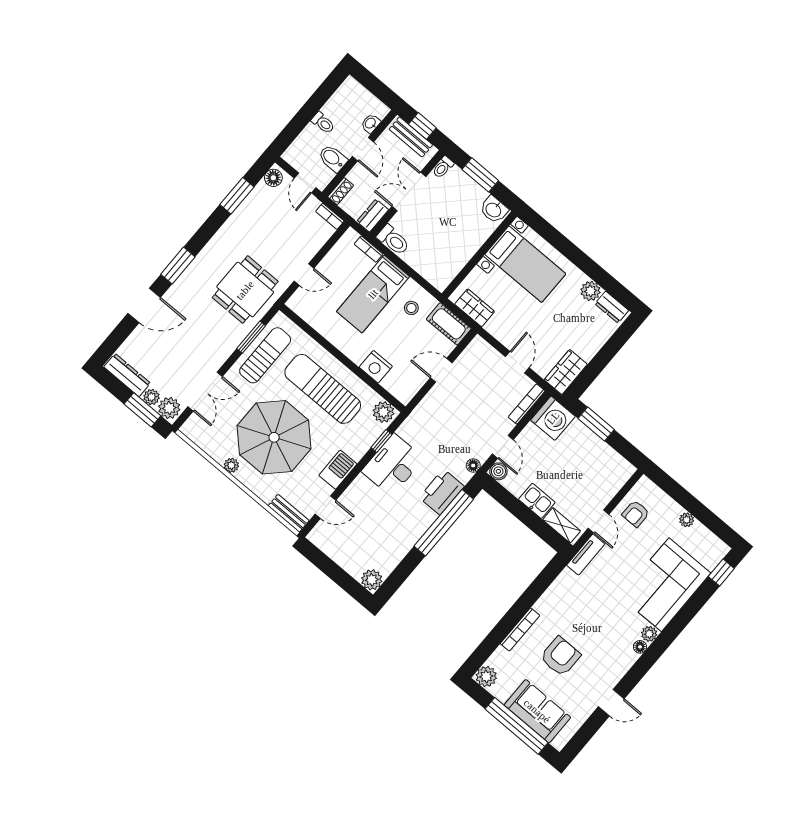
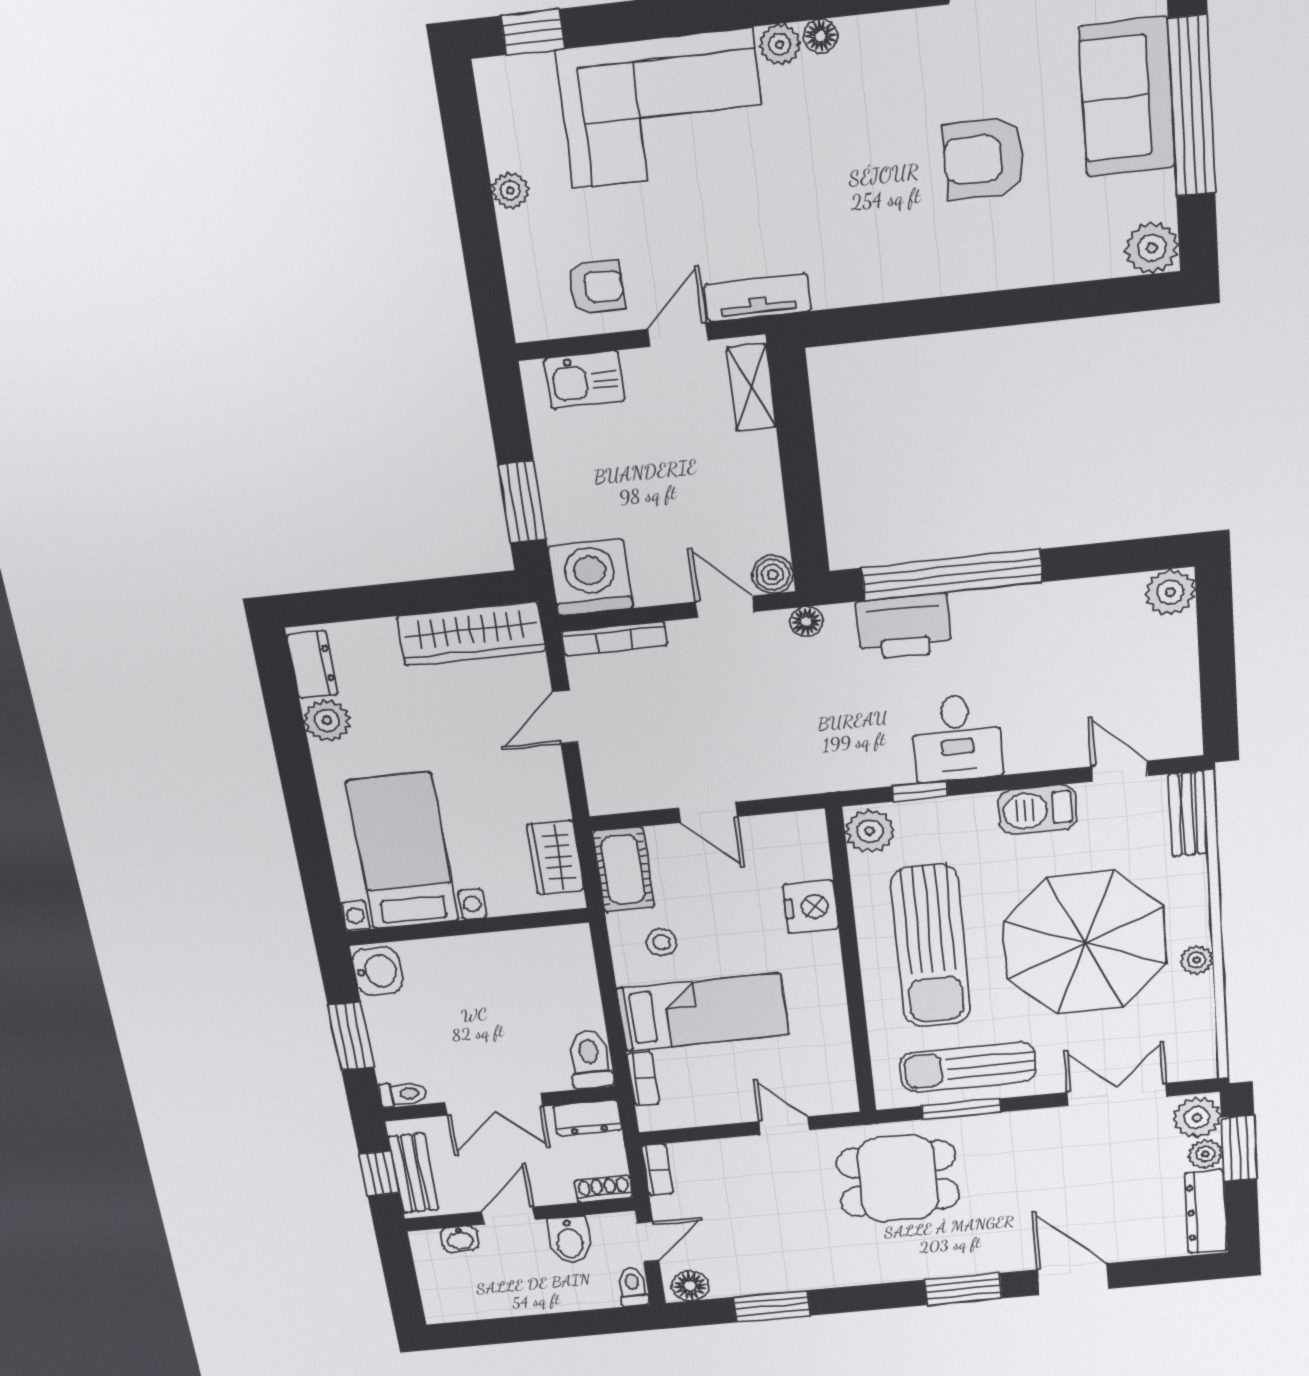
toilet: (323, 123) -> (633, 1287), moved
wardrobe: (566, 372) -> (471, 634), width x1.50
door: (503, 447) -> (725, 607), hinge flipped
desk: (393, 465) -> (957, 738), width x0.73
kitchen sink: (537, 501) -> (585, 380), moved, turned -90
bookcase: (520, 629) -> (1007, 275), removed

